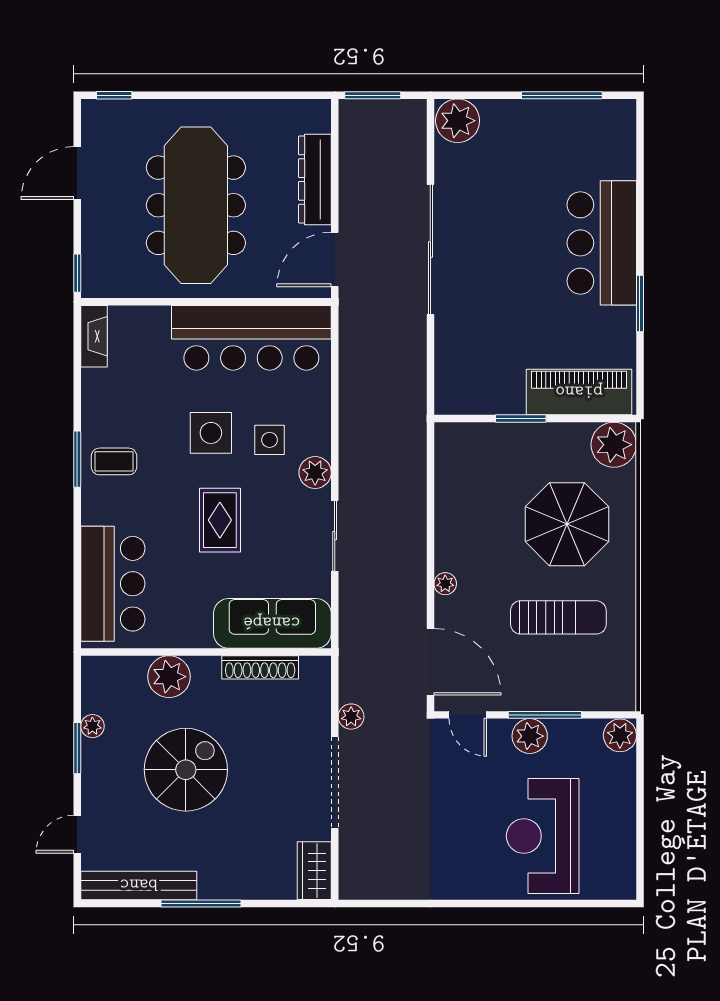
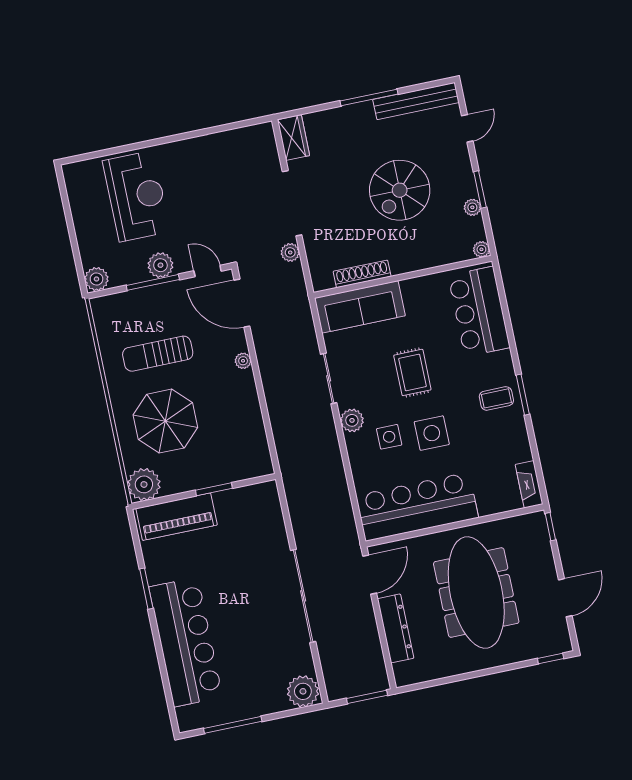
bar counter: (602, 243) -> (186, 642), width x1.36
plant: (169, 677) -> (481, 249), moved, width x0.53, depth x0.53

